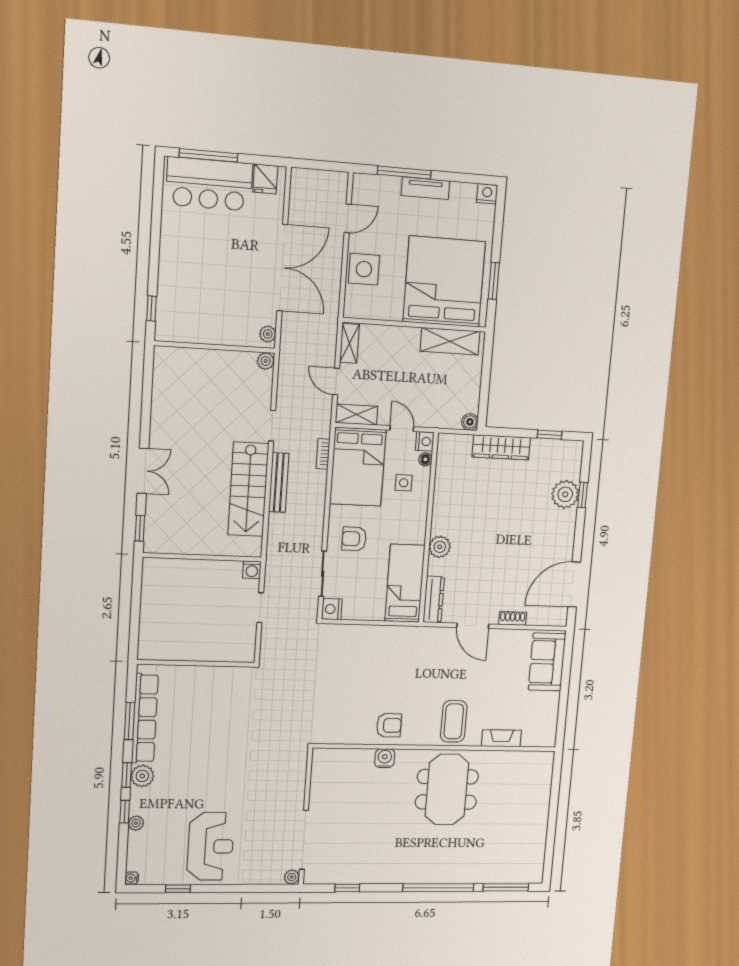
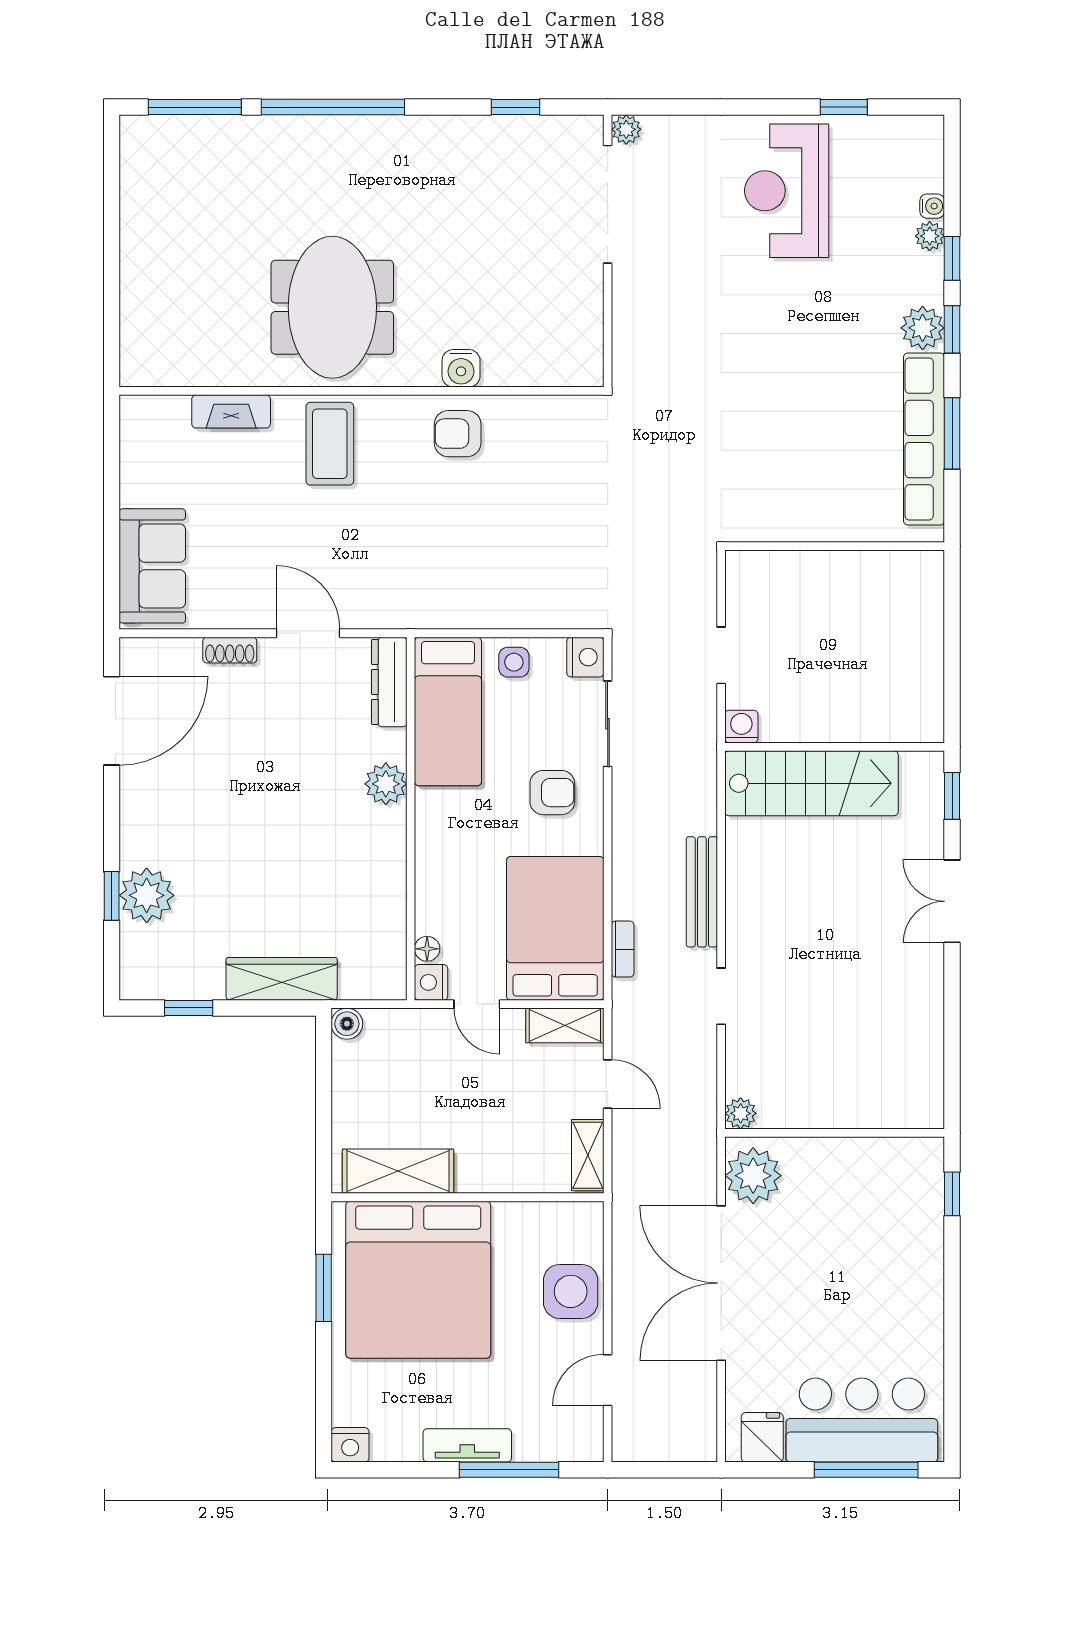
plant: (268, 334) -> (753, 1176), width x1.88, depth x1.88
side table: (404, 483) -> (514, 662), moved
stairs: (248, 489) -> (812, 783), moved, turned 90
water cooler: (132, 878) -> (932, 206), moved

